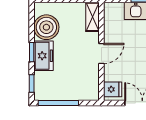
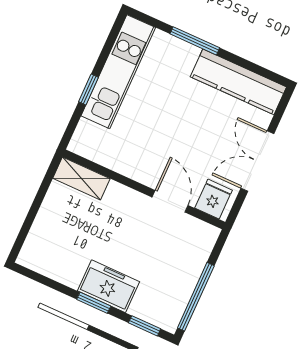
boiler: (46, 27) -> (64, 261), removed
door: (101, 53) -> (170, 201), moved

